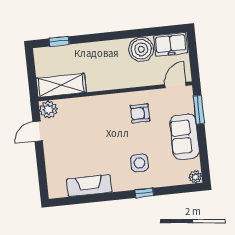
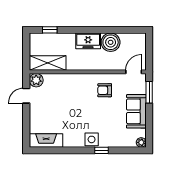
freezer: (171, 44) -> (88, 41), moved
side table: (139, 163) -> (92, 139), moved
fireplace: (89, 186) -> (46, 140), moved

